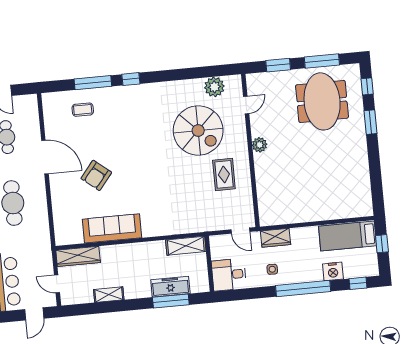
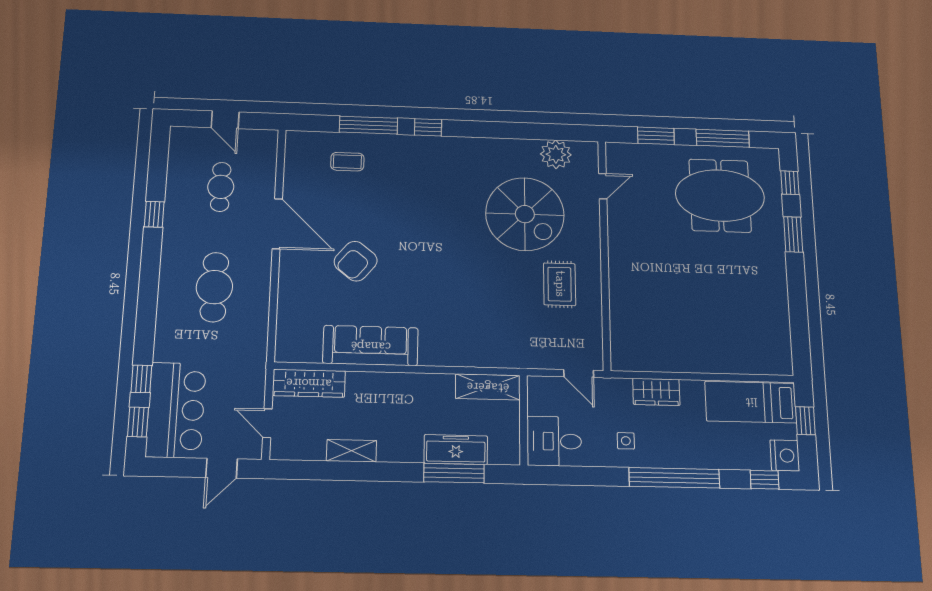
meeting table: (322, 101) -> (720, 196), turned 90
plant: (260, 145) -> (619, 247), removed
wardrobe: (276, 238) -> (656, 392), moved
nightstand: (333, 271) -> (785, 456), moved, turned -90

